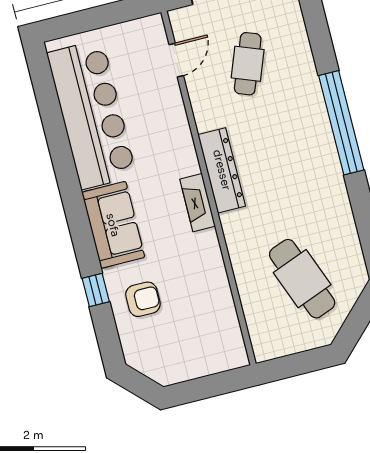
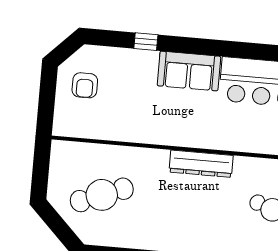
fireplace: (198, 203) -> (184, 138), removed
armchair: (143, 299) -> (85, 85), moved

